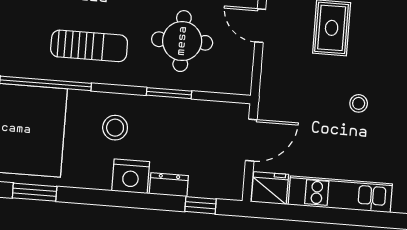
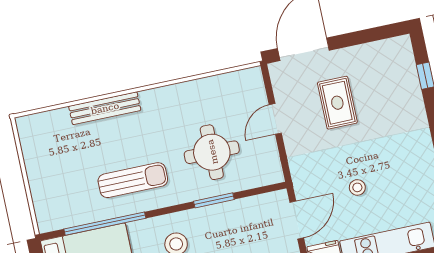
door: (260, 26) -> (275, 119), hinge flipped
stool: (359, 103) -> (357, 187), moved

